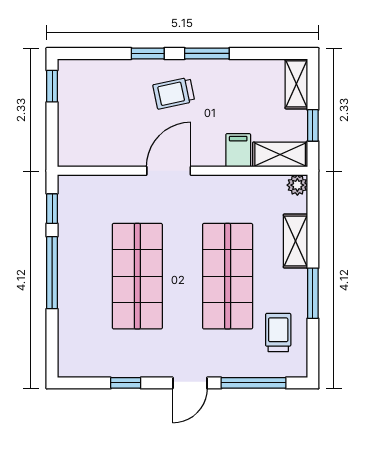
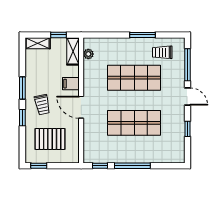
pallet: (105, 109) -> (50, 139), added
filing cabinet: (238, 150) -> (71, 84), moved
plant: (297, 185) -> (88, 54), moved
shelving: (295, 241) -> (116, 44), removed

